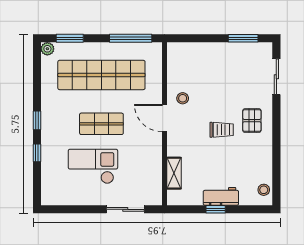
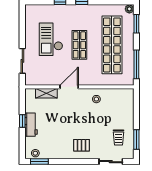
door: (164, 118) -> (69, 87), moved
trolley: (222, 130) -> (119, 137), moved
checkout: (93, 166) -> (51, 39), turned 180
window: (276, 184) -> (39, 162), added

